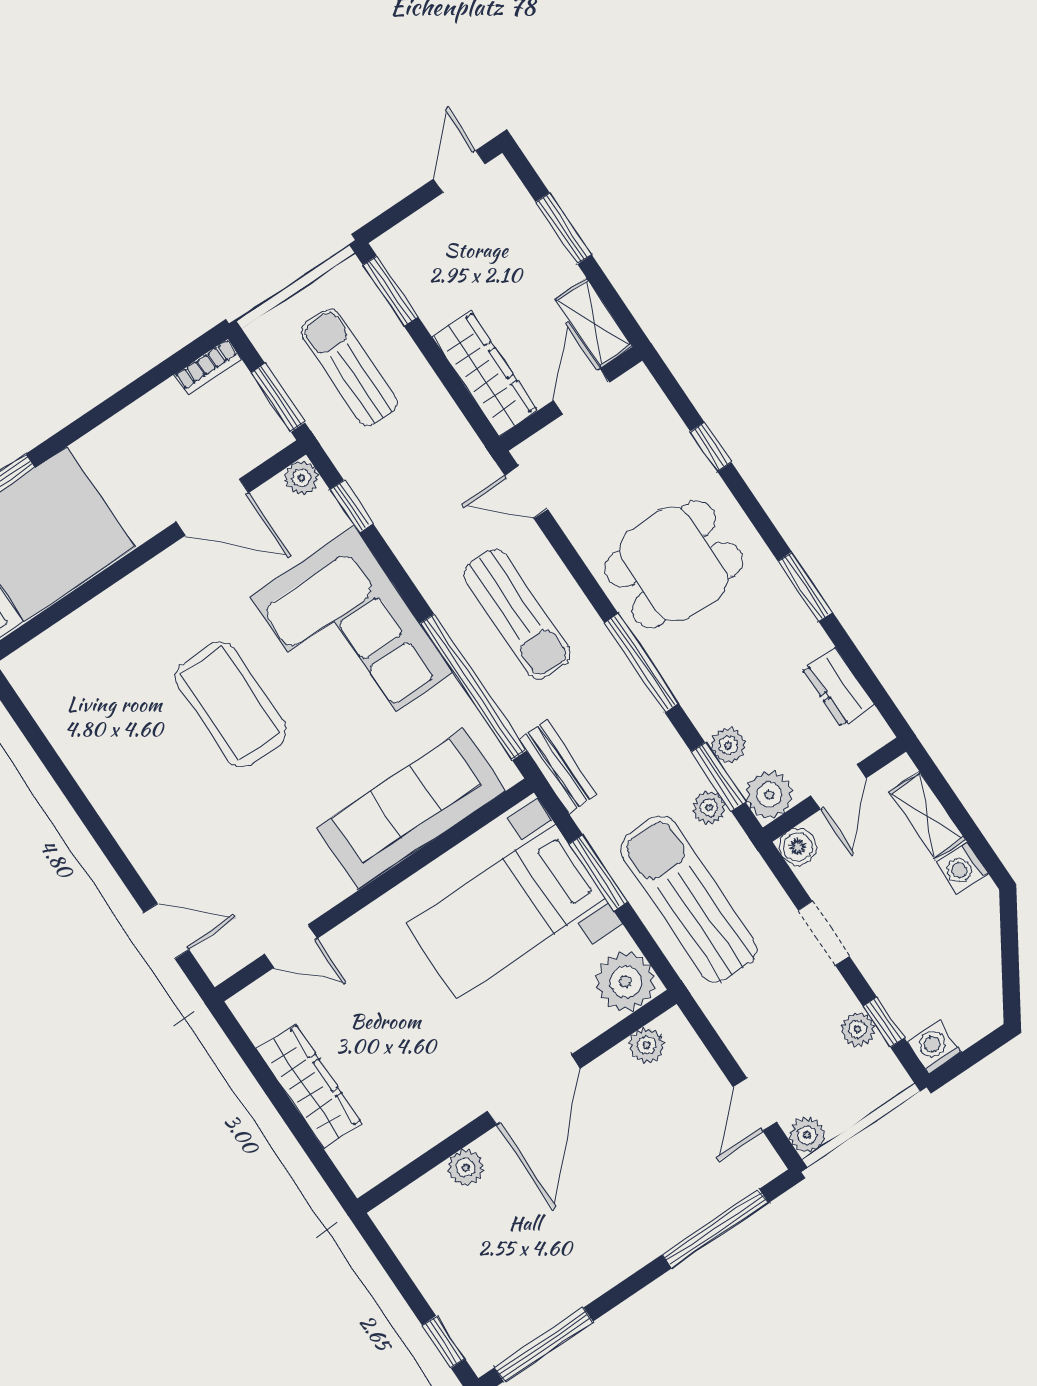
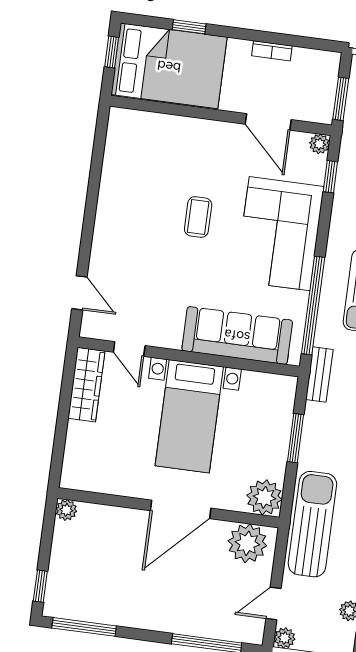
bookcase: (208, 367) -> (272, 51), moved
coffee table: (231, 704) -> (198, 217), width x0.54, depth x0.58
sun lounger: (689, 899) -> (312, 524), moved
bed with nightstands: (506, 911) -> (189, 416), moved, turned -90
plant: (647, 1045) -> (247, 543), width x1.88, depth x1.88
wardrobe: (309, 1086) -> (86, 385), moved
plant: (466, 1168) -> (66, 510), moved

